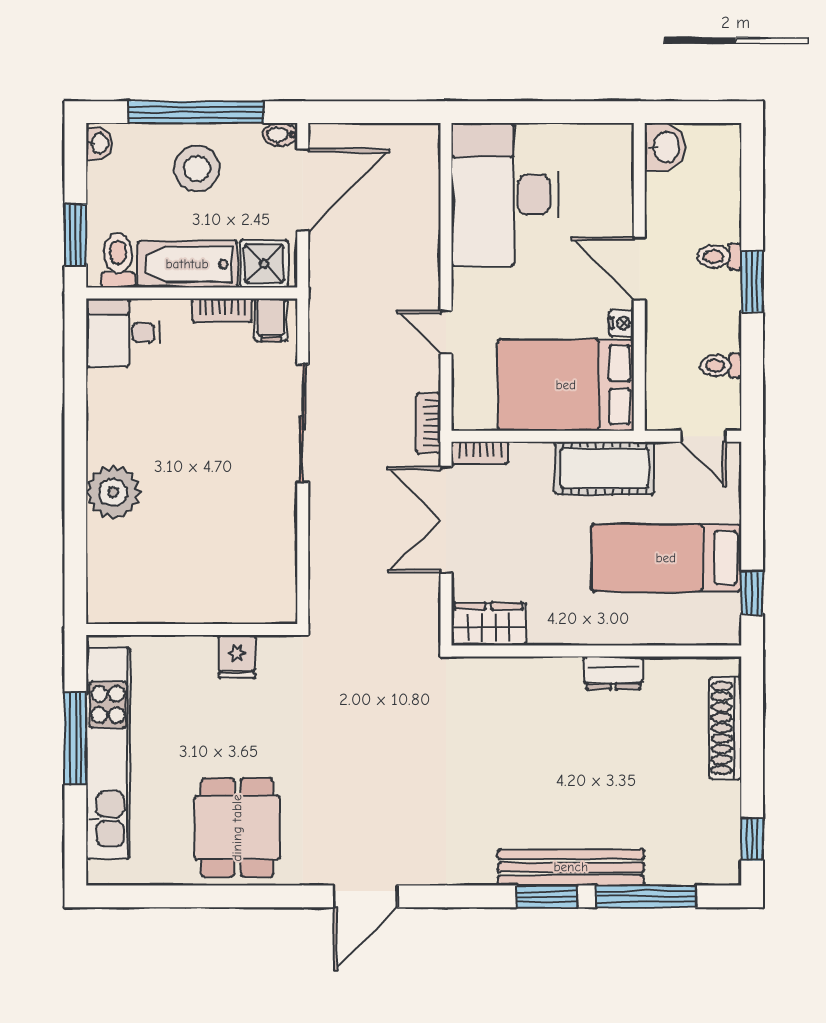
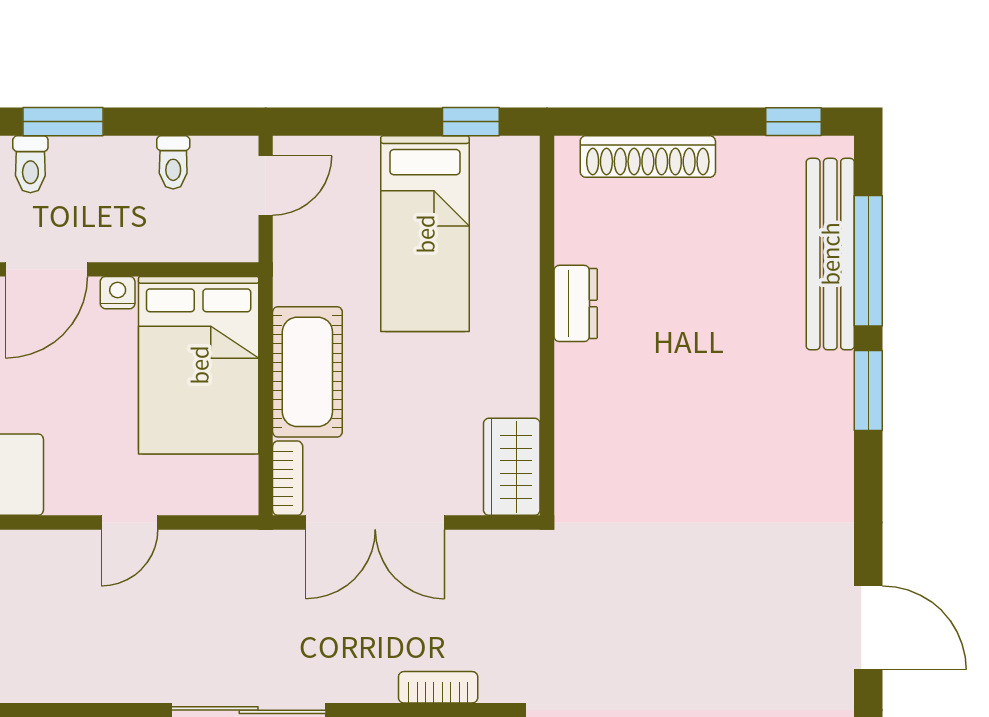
bookcase: (429, 423) -> (438, 687), moved, turned 180
cot: (604, 468) -> (307, 372), moved
bench: (571, 867) -> (830, 254), moved

